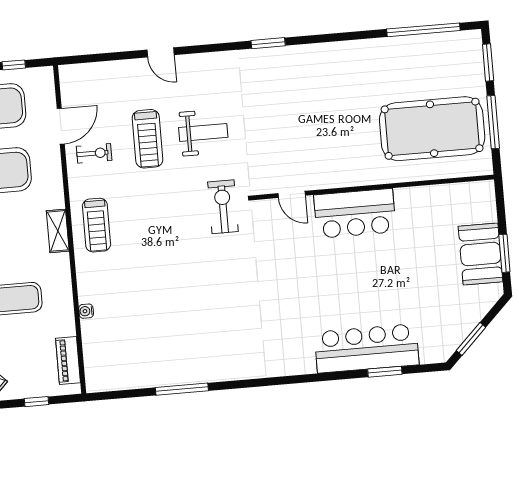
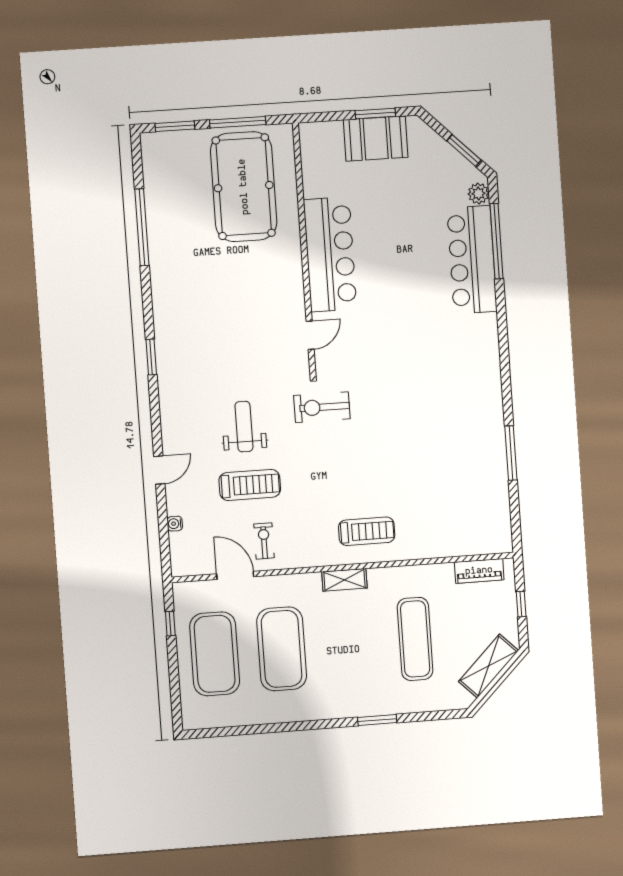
window: (423, 30) -> (142, 227), moved
bar counter: (355, 213) -> (330, 254), width x1.36
treadmill: (96, 225) -> (367, 531), moved
water cooler: (86, 311) -> (175, 524), moved, turned 90
plant: (430, 354) -> (478, 194), added
window: (385, 372) -> (496, 241), width x2.11

